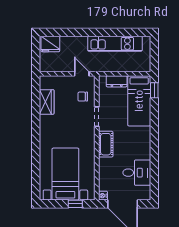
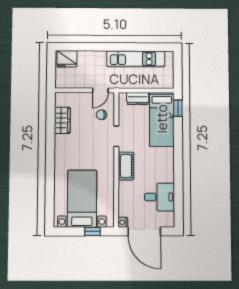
door: (82, 74) -> (100, 90), swing flipped

